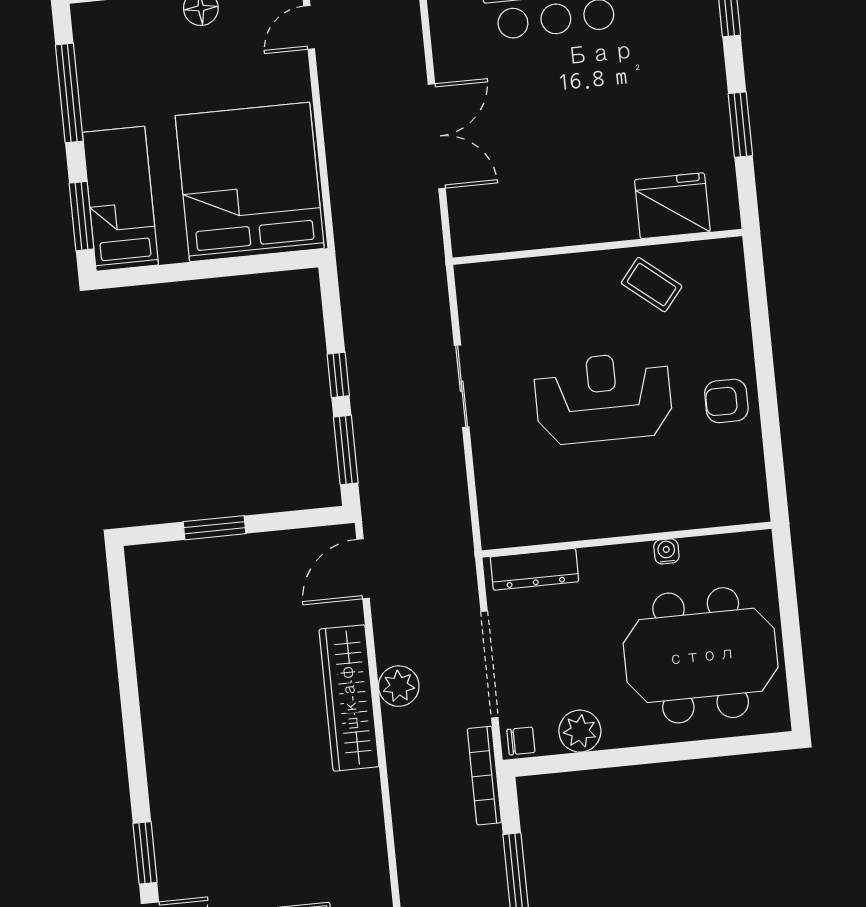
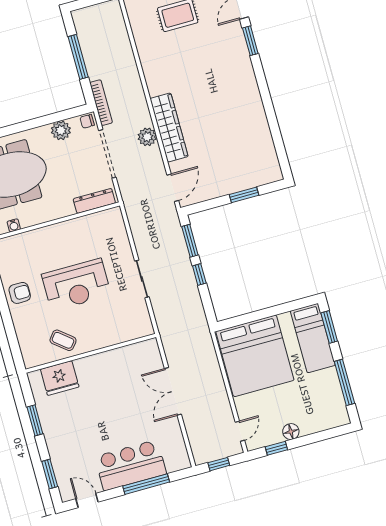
water cooler: (666, 551) -> (14, 225), moved

